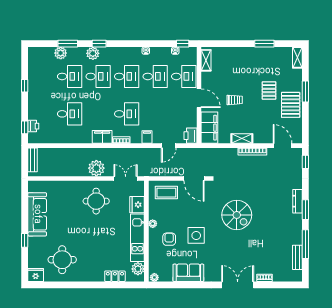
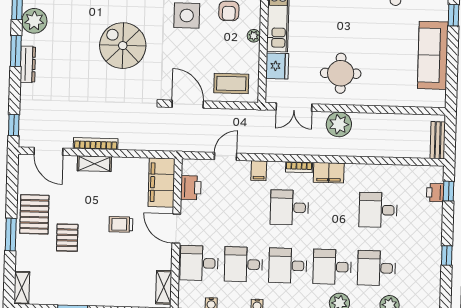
printer: (190, 136) -> (191, 188), moved
shelving: (242, 139) -> (94, 164), moved
plant: (294, 229) -> (34, 21), added

